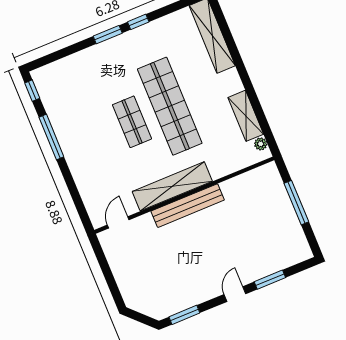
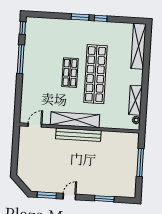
door: (235, 294) -> (69, 197), moved

